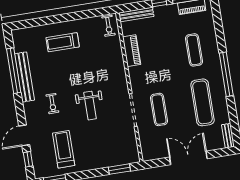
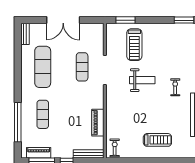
window: (226, 74) -> (18, 122), moved
weight bench: (90, 106) -> (142, 80), turned 90
treadmill: (64, 149) -> (134, 45), moved

